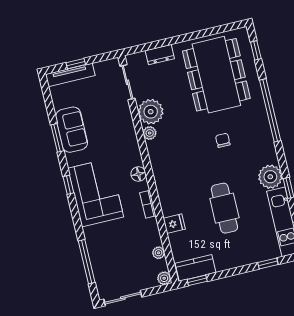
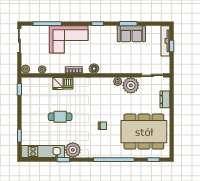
corner sofa: (96, 193) -> (69, 39), moved
dishwasher: (170, 208) -> (68, 83), added
cafe table: (224, 208) -> (60, 117), width x0.73, depth x0.74
kitchen counter: (196, 268) -> (27, 90), removed

